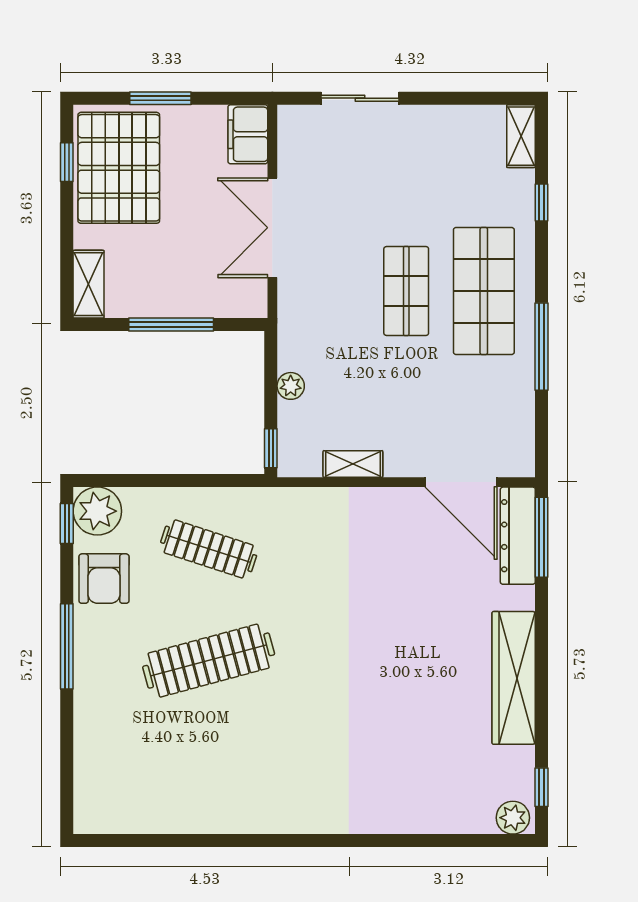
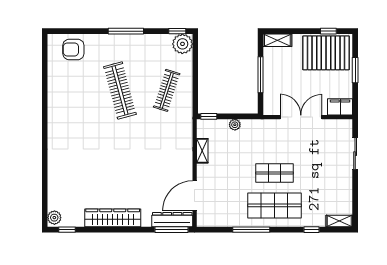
armchair: (104, 579) -> (73, 49), moved

